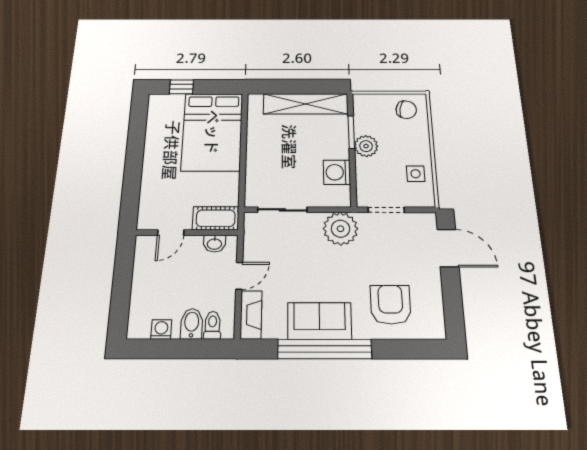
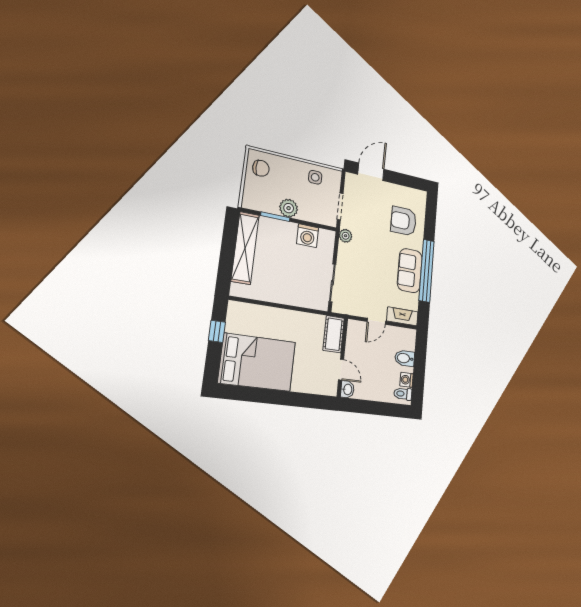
window: (181, 87) -> (217, 331), moved
chair: (406, 110) -> (261, 168), turned 79
bed: (212, 132) -> (257, 362), moved
plant: (340, 229) -> (346, 236), width x0.53, depth x0.53
washbasin: (214, 244) -> (347, 389), moved
door: (239, 276) -> (376, 321), swing flipped
toilet: (212, 325) -> (403, 394), moved

